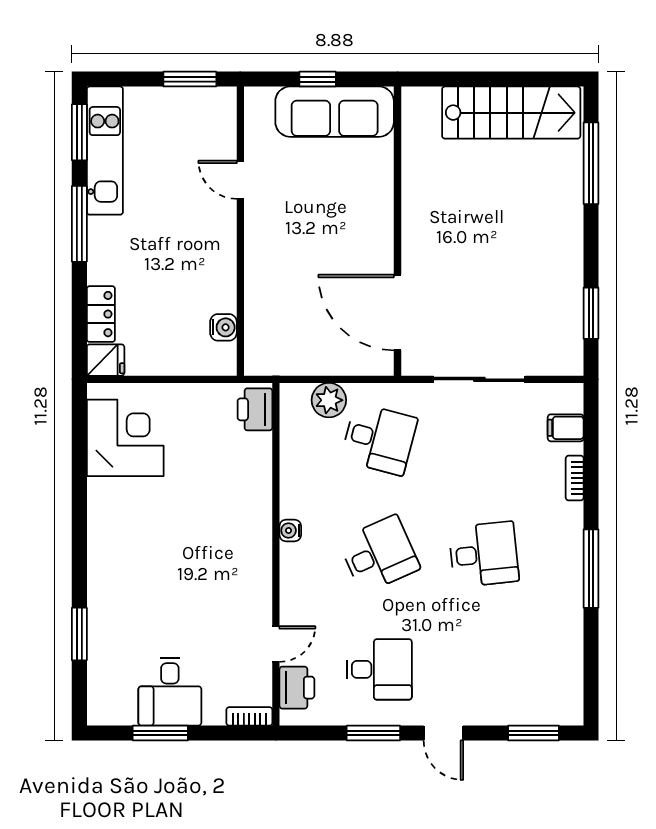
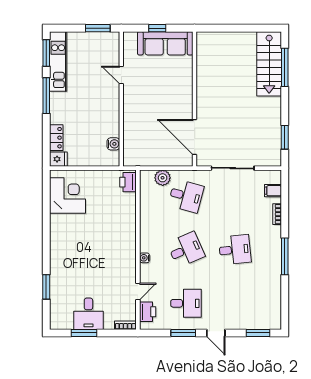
stairs: (511, 113) -> (269, 64), moved, turned 90
water cooler: (290, 530) -> (145, 258), moved

